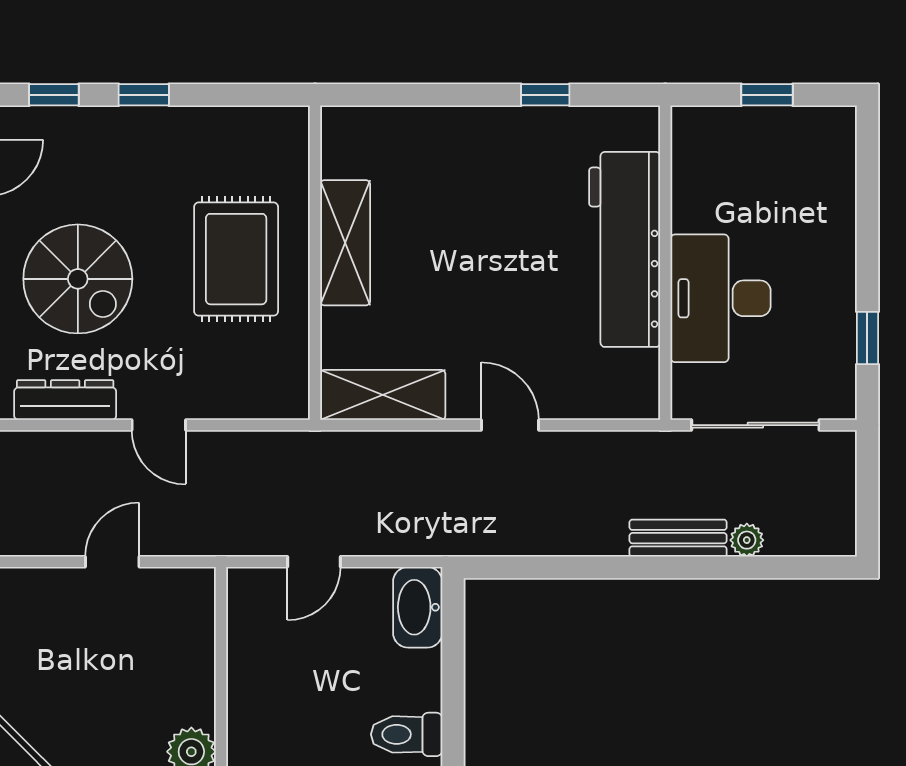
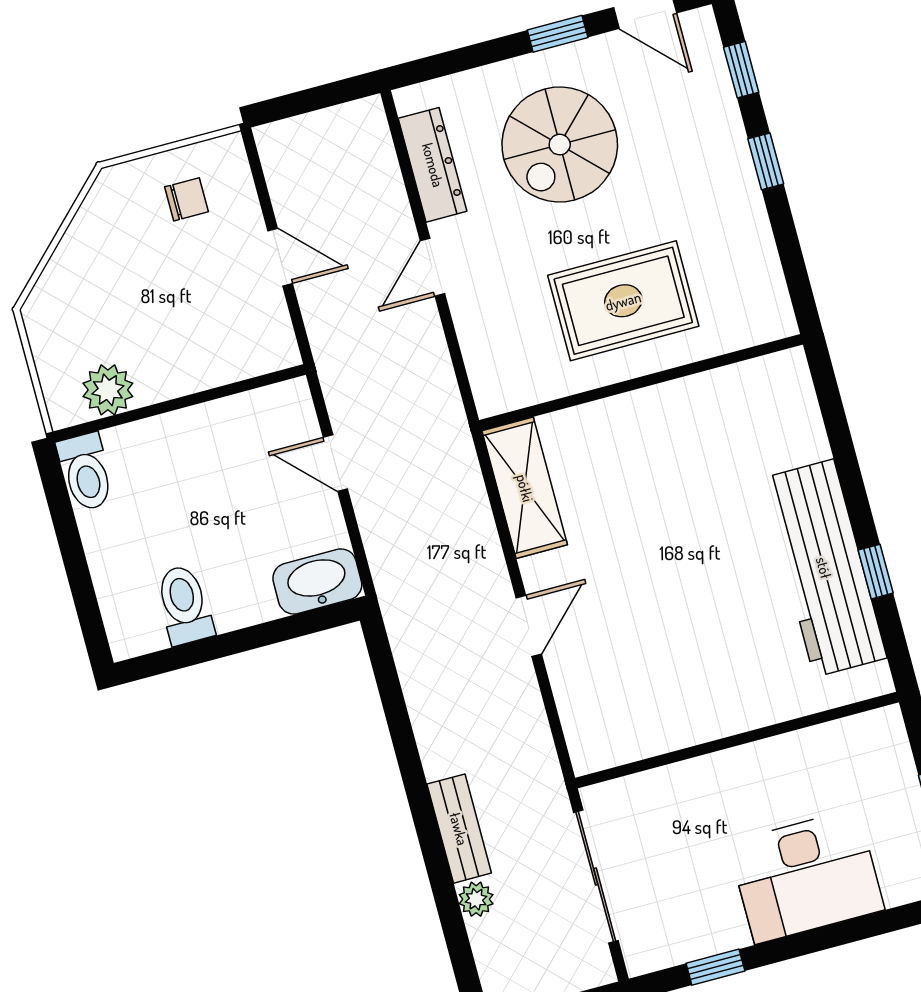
shelving: (345, 243) -> (670, 408), removed
workbench: (625, 249) -> (824, 568), moved, turned -90
desk: (721, 298) -> (806, 876), moved, turned 180
chair: (36, 633) -> (186, 199), added

